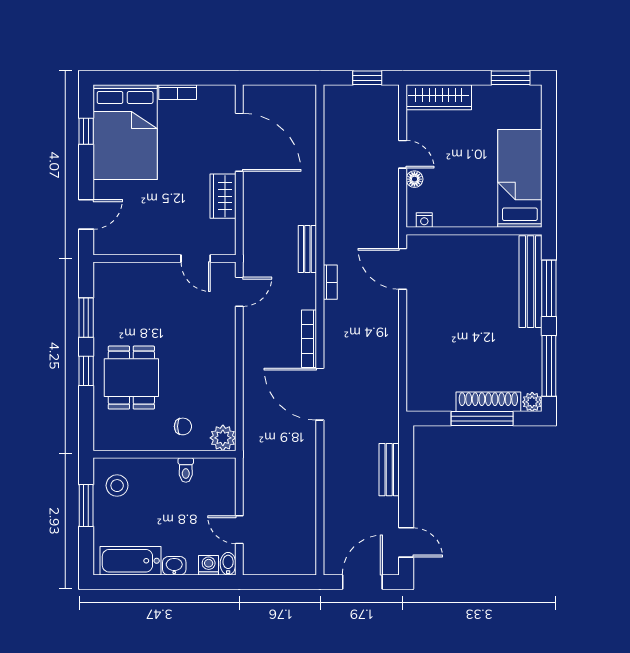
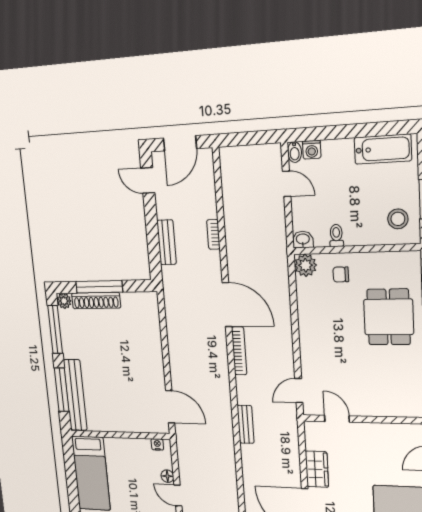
bookcase: (330, 282) -> (213, 234), moved
washbasin: (174, 566) -> (303, 239), moved, turned 180

